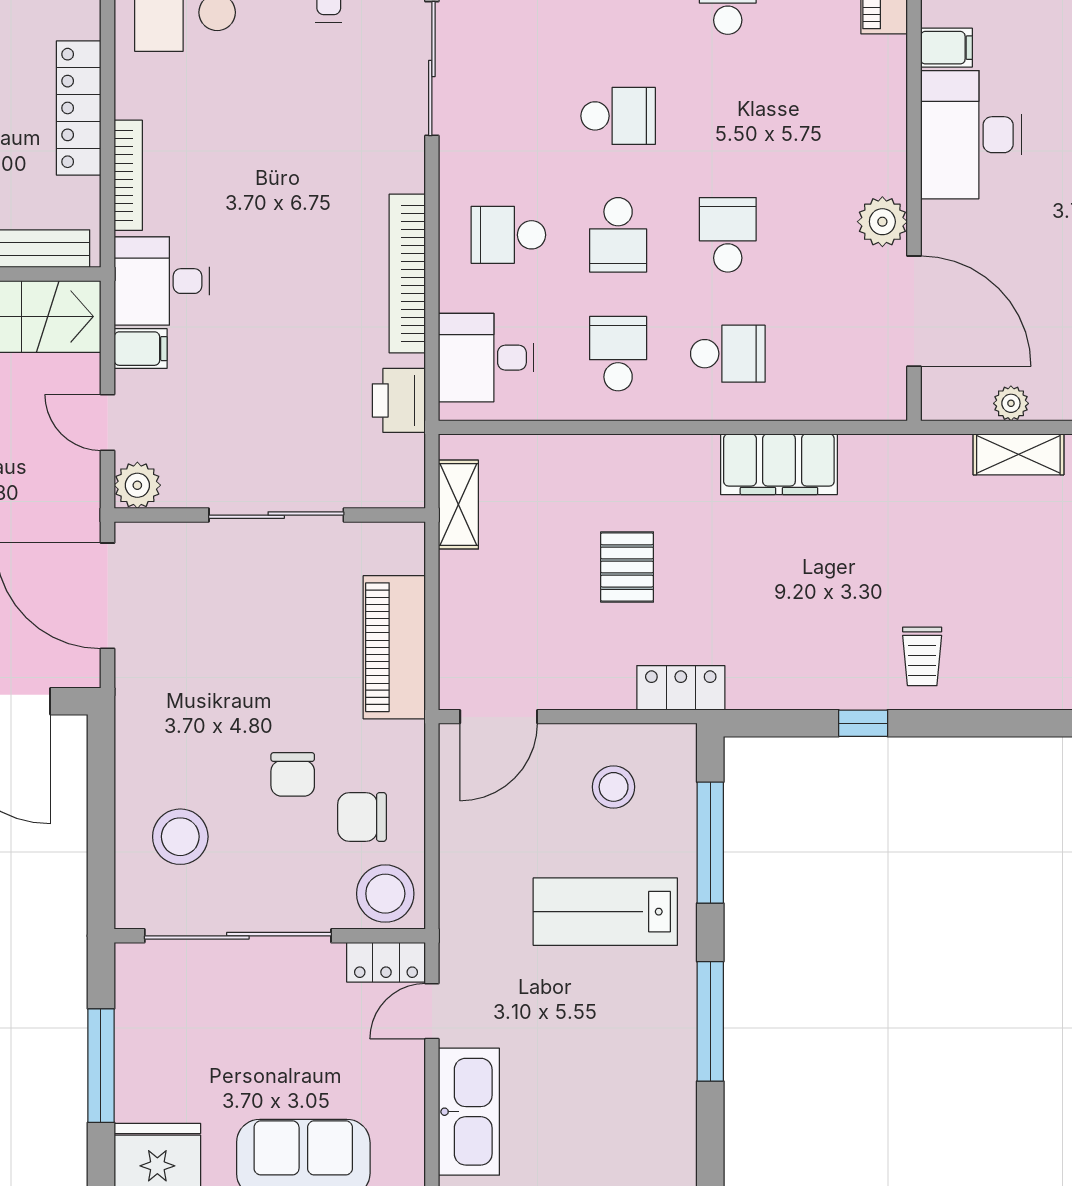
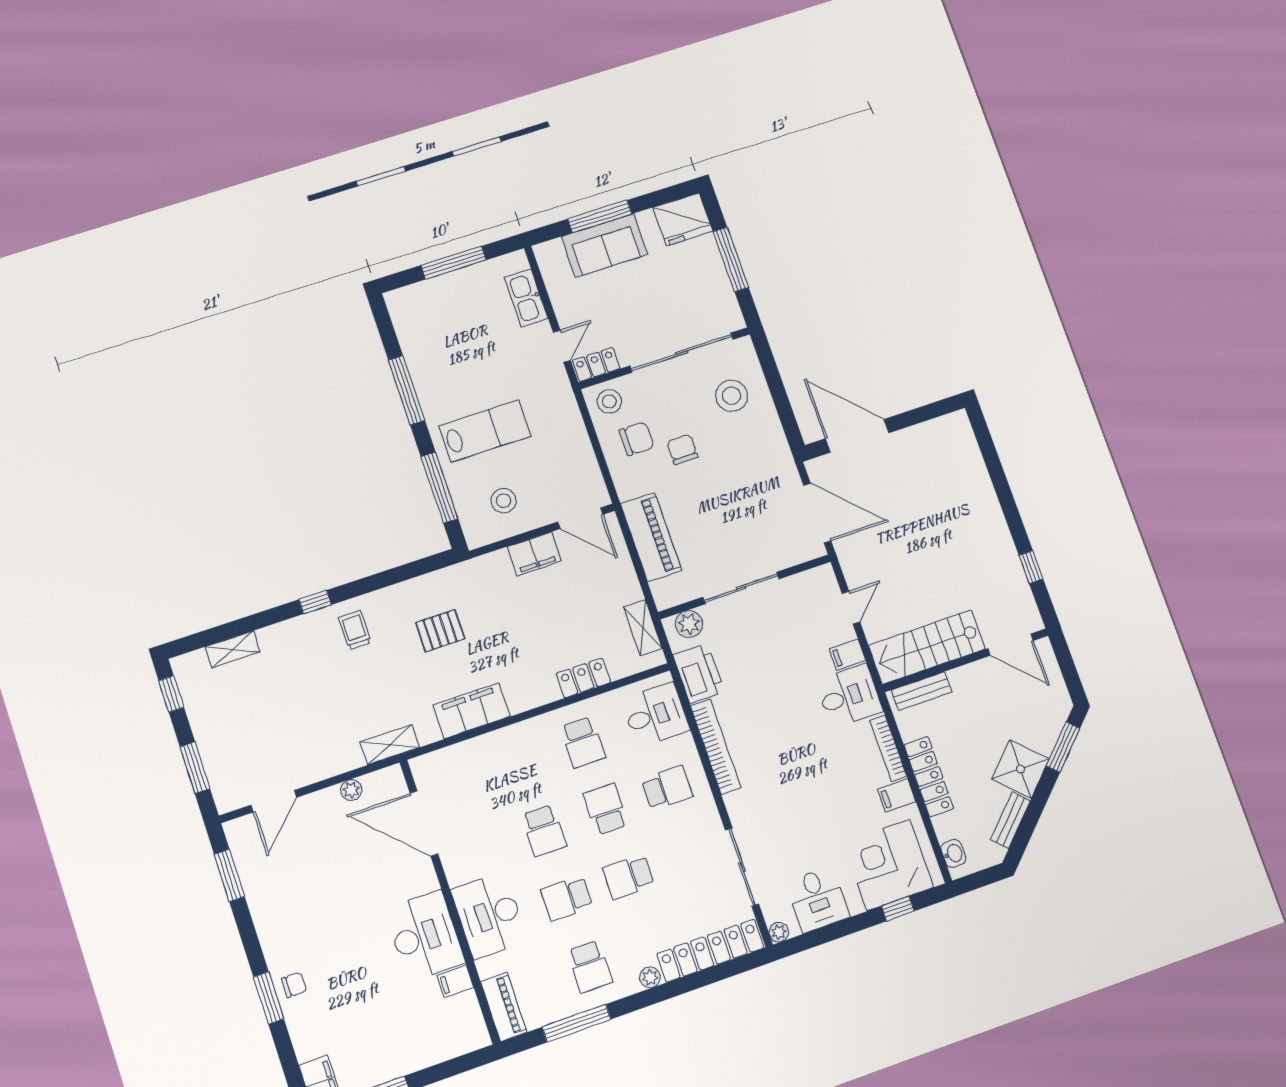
filing cabinet: (142, 96) -> (897, 795), added
desk: (859, 132) -> (489, 915), added
plant: (882, 222) -> (459, 868), removed
school desk: (728, 354) -> (567, 898), moved
printer: (399, 400) -> (699, 673), width x1.37, depth x1.19
door: (108, 422) -> (851, 608), hinge flipped
shelving: (1018, 454) -> (390, 745), moved
plant: (137, 485) -> (689, 624), moved
pallet: (627, 567) -> (440, 631), moved, turned 90
filing cabinet: (593, 683) -> (534, 554), added
locker: (681, 688) -> (583, 678), moved, turned 180
door: (499, 717) -> (580, 518), swing flipped
window: (863, 723) -> (315, 602), moved
stool: (385, 894) -> (609, 401), width x0.73, depth x0.73
kitchen sink: (469, 1112) -> (526, 298), width x0.73, depth x0.81

